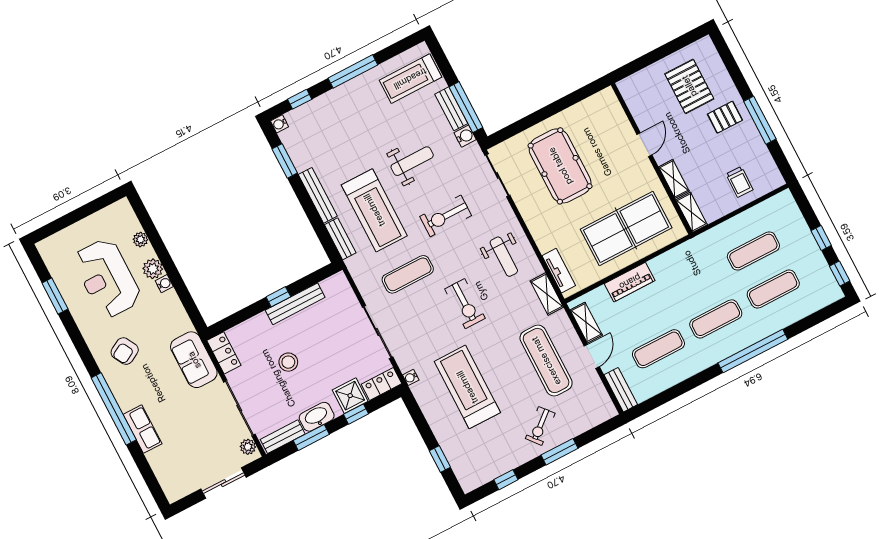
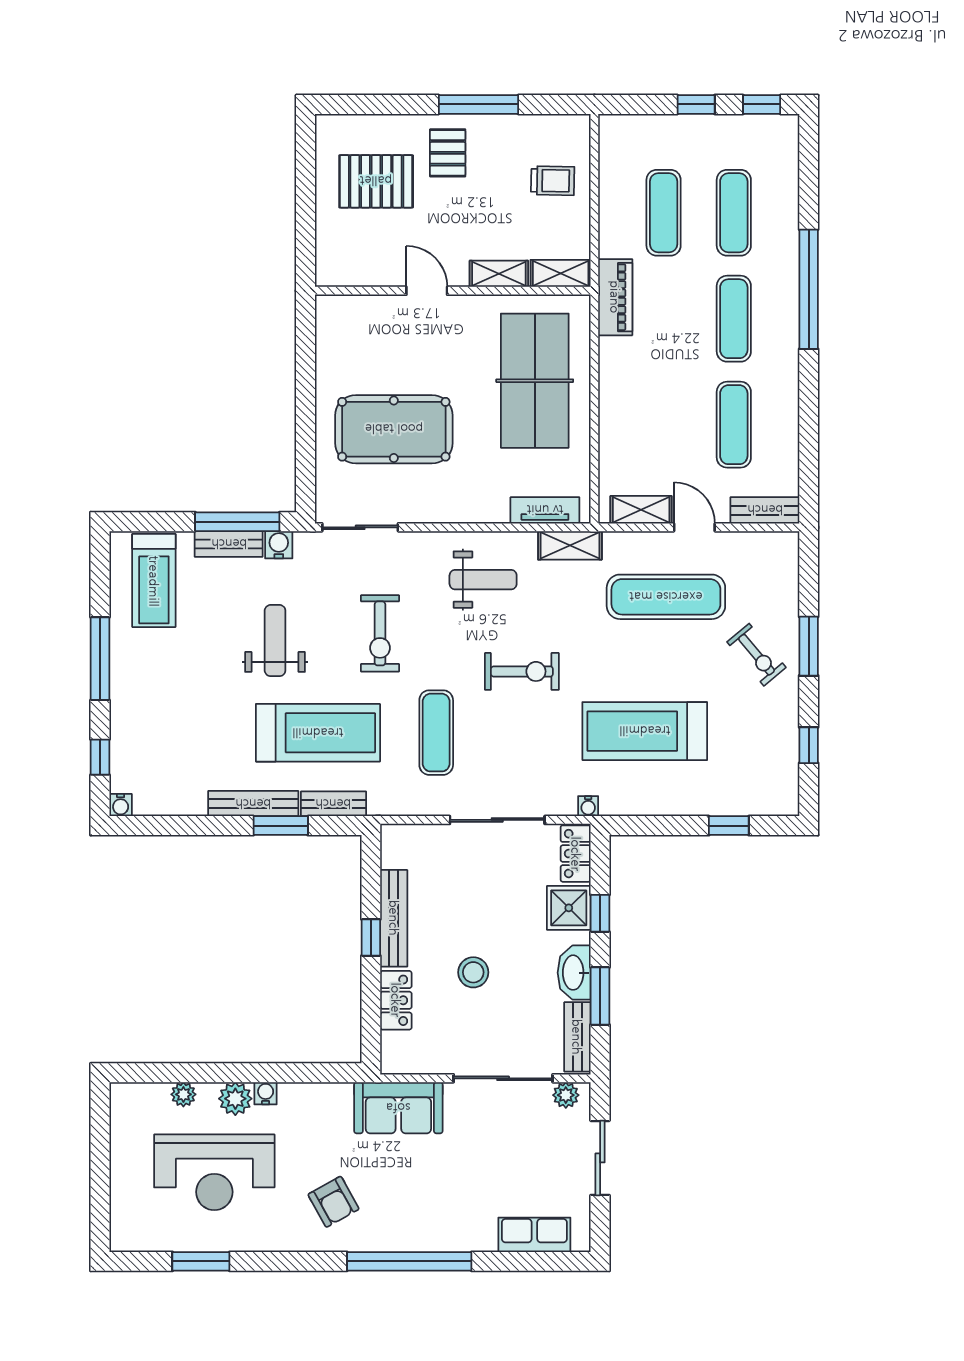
window: (285, 161) -> (281, 826), moved
piano: (630, 282) -> (615, 297), moved
locker: (224, 353) -> (396, 1000), moved, turned 90
row of seats: (143, 429) -> (534, 1235), moved

